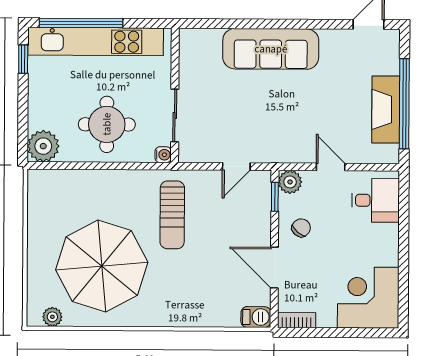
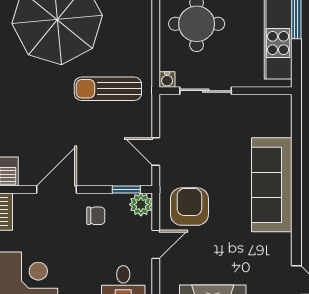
armchair: (292, 133) -> (189, 207), added
chair: (301, 228) -> (96, 216), turned -41

